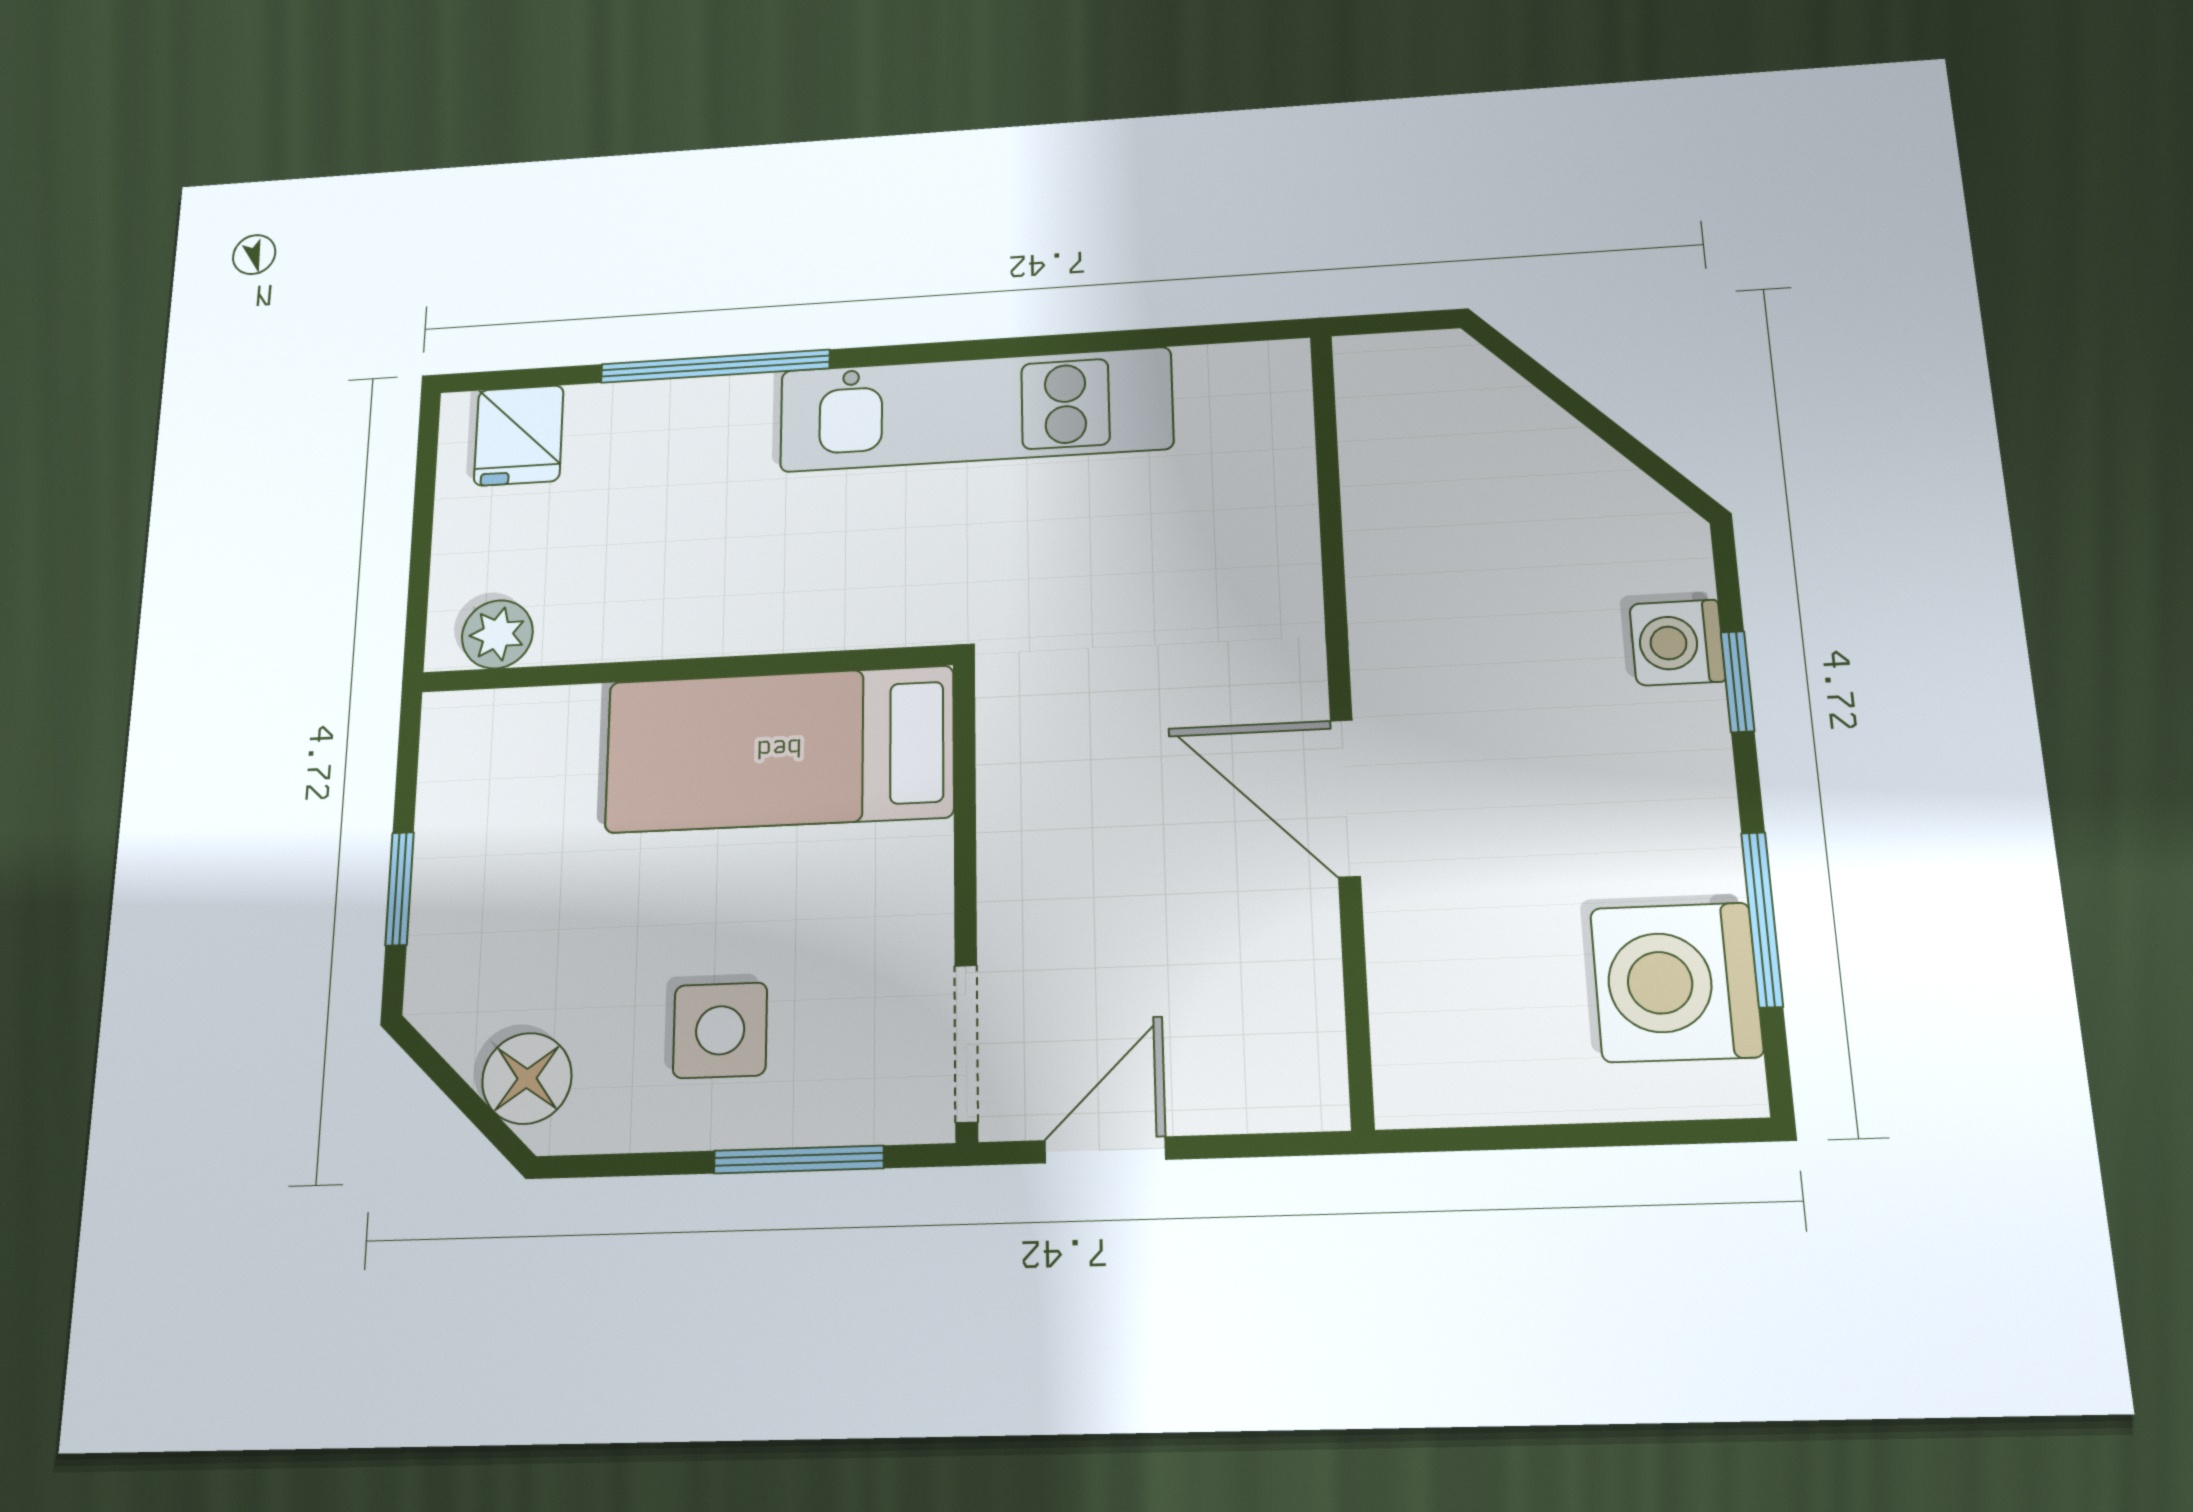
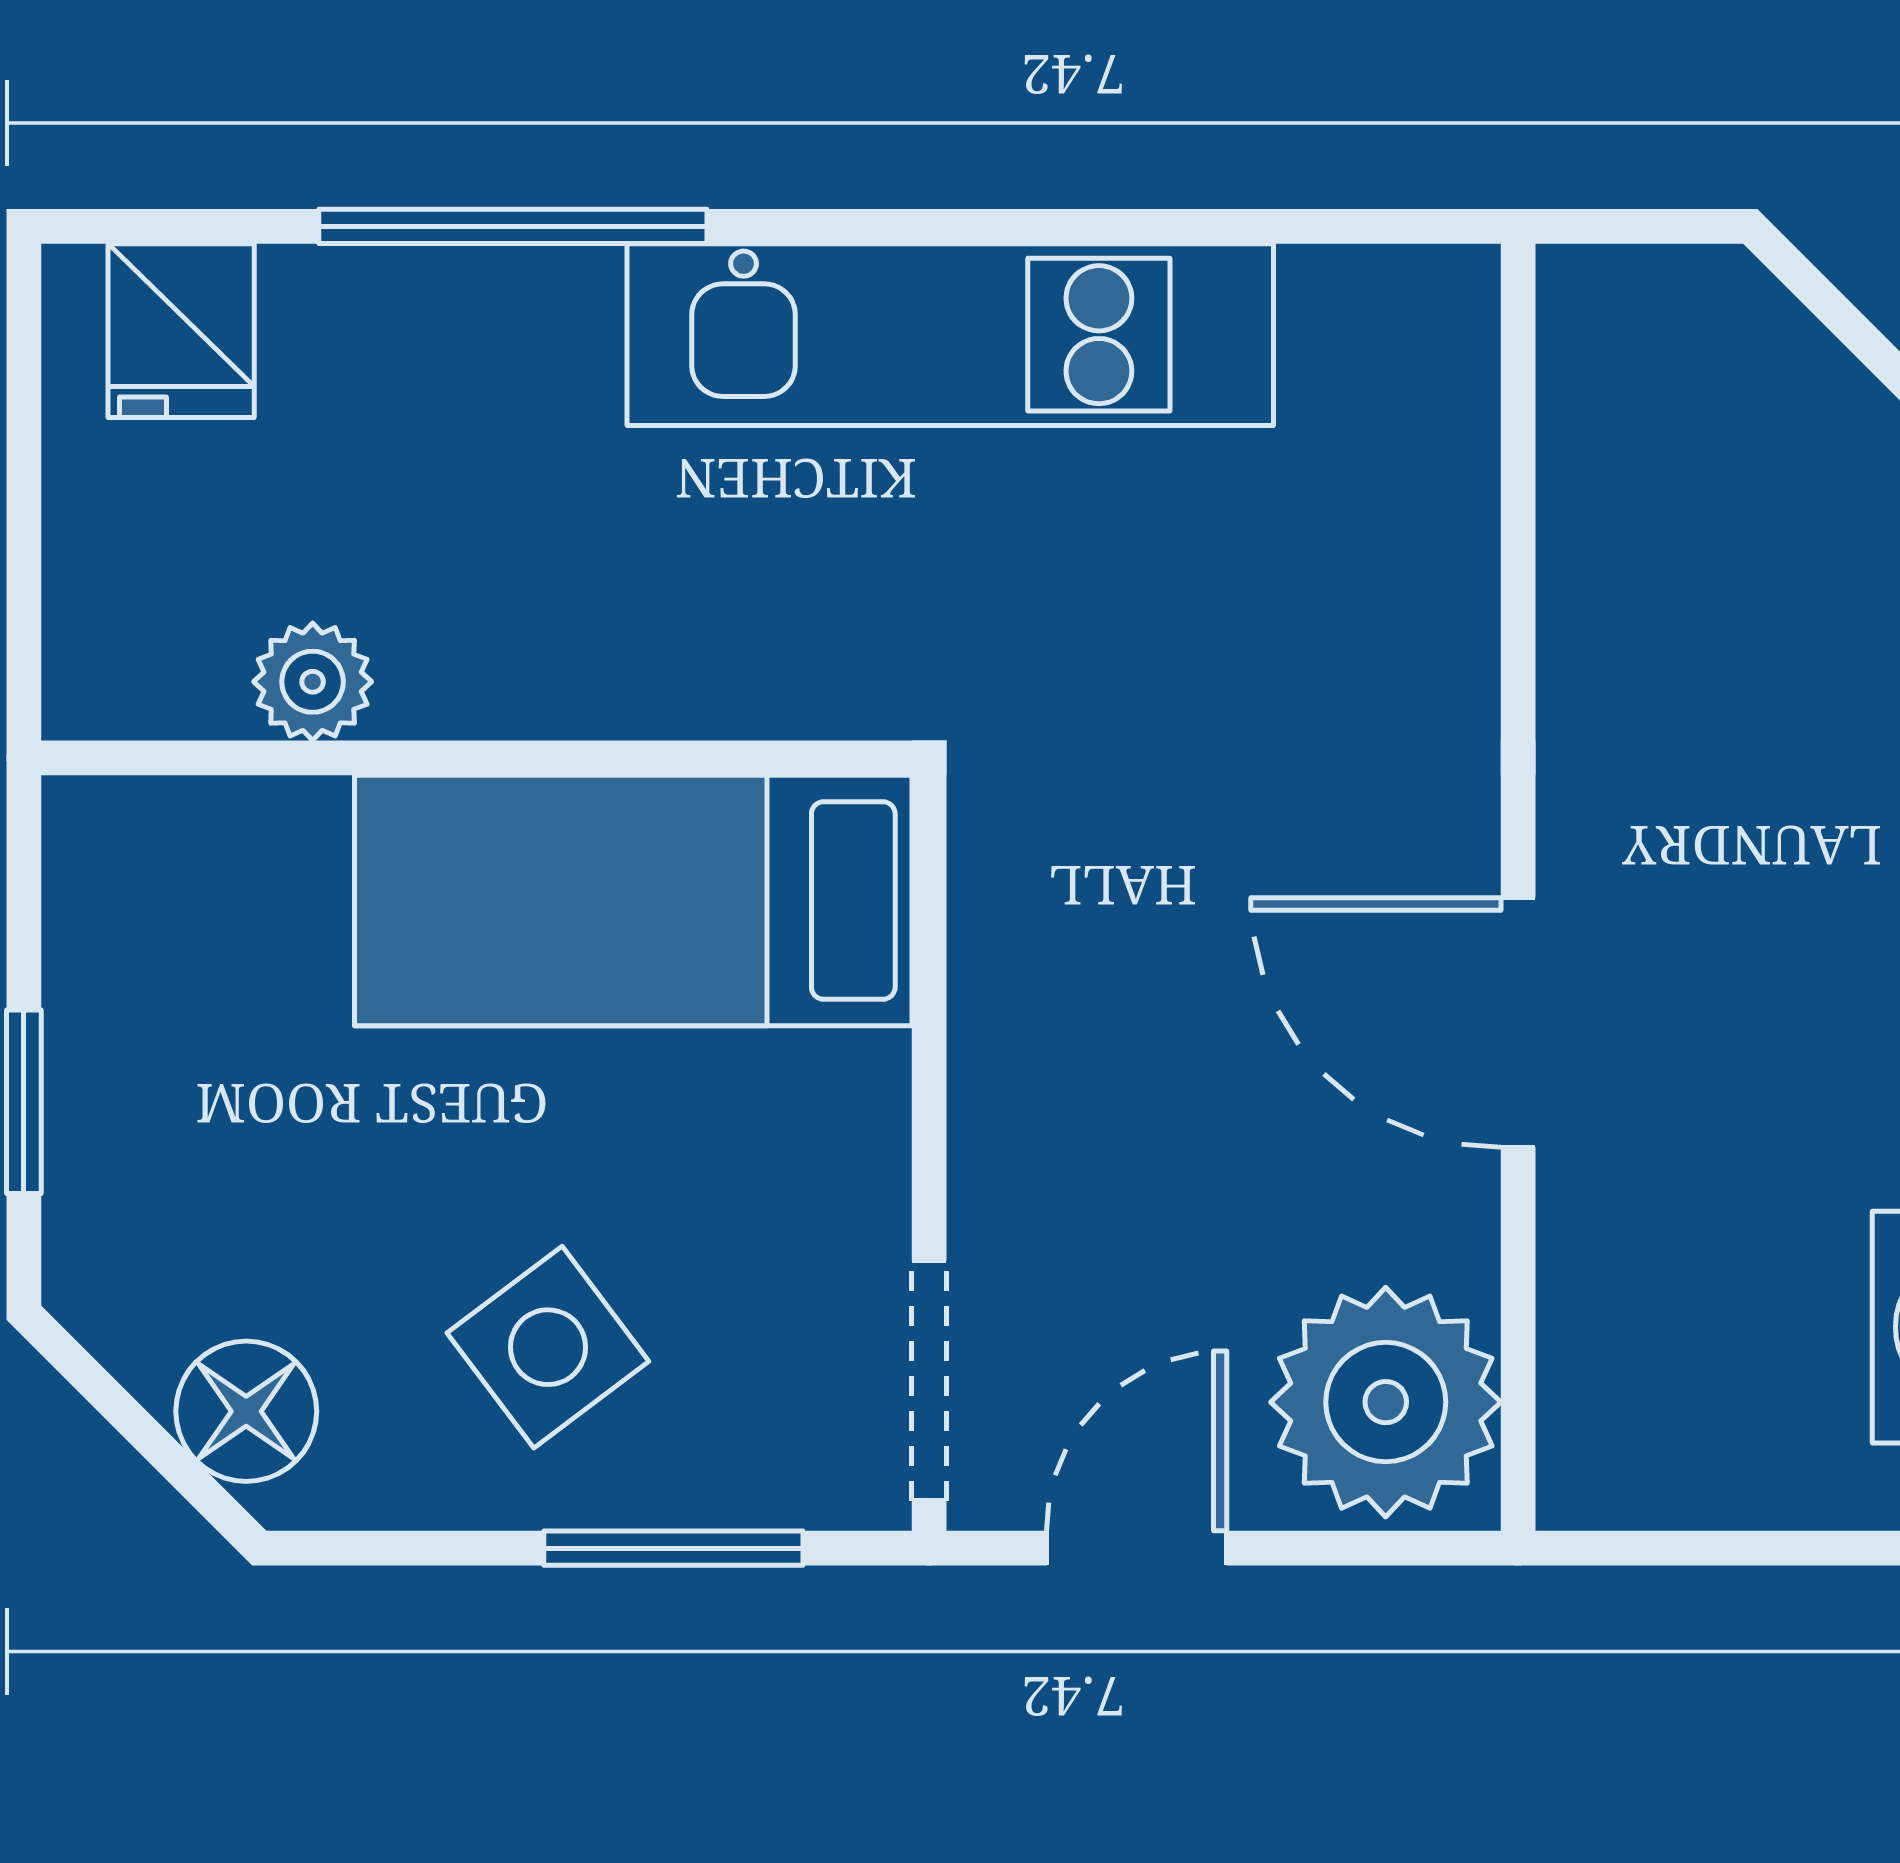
plant: (497, 634) -> (313, 682), moved
side table: (720, 1030) -> (548, 1347), turned -37
plant: (1269, 1047) -> (1386, 1402), added

